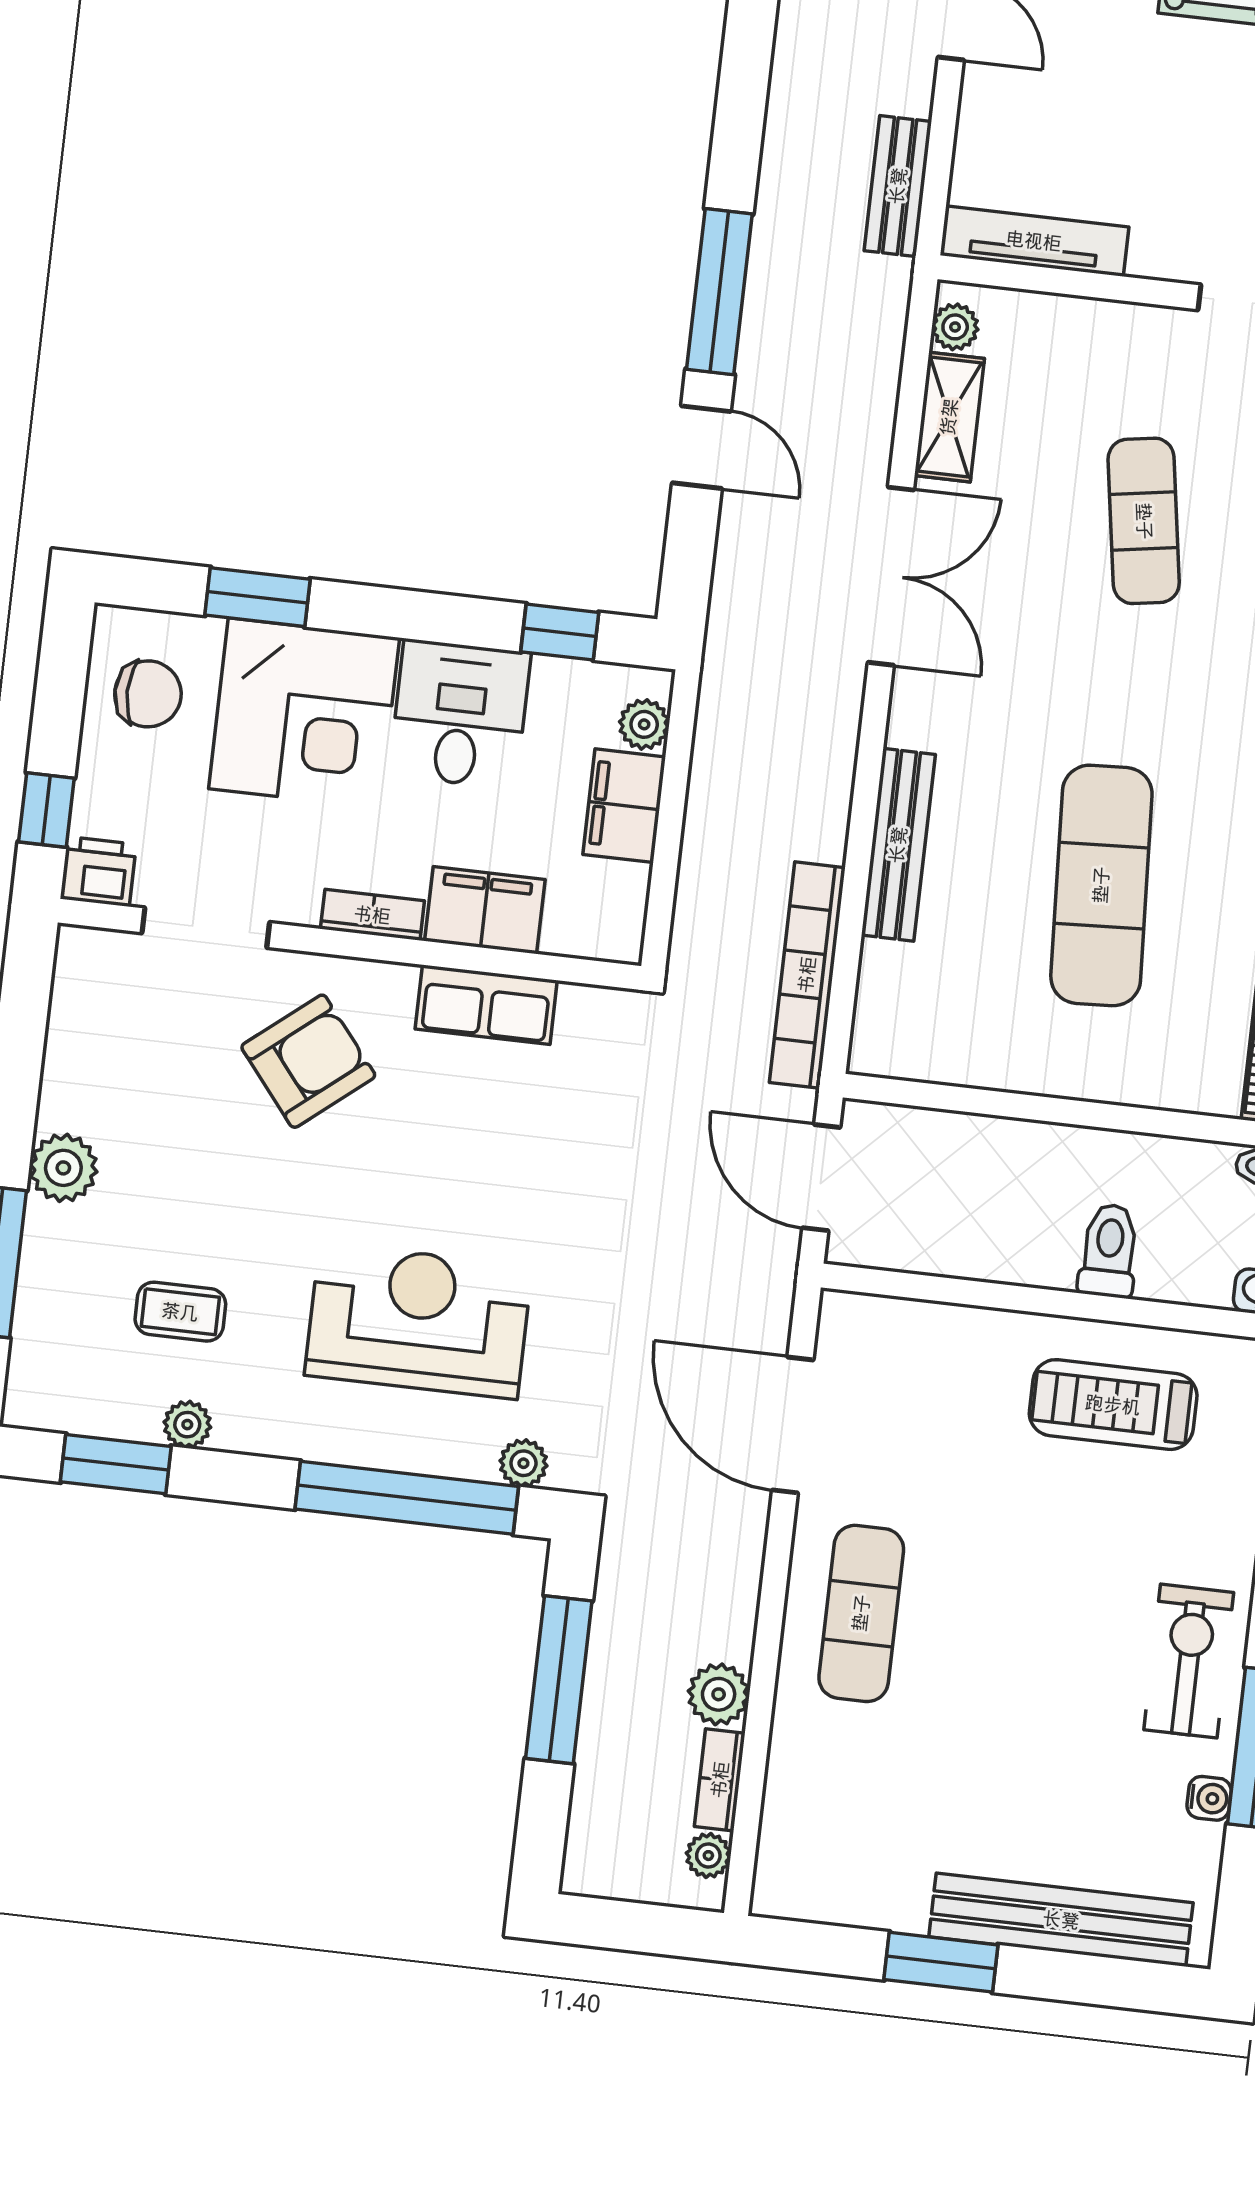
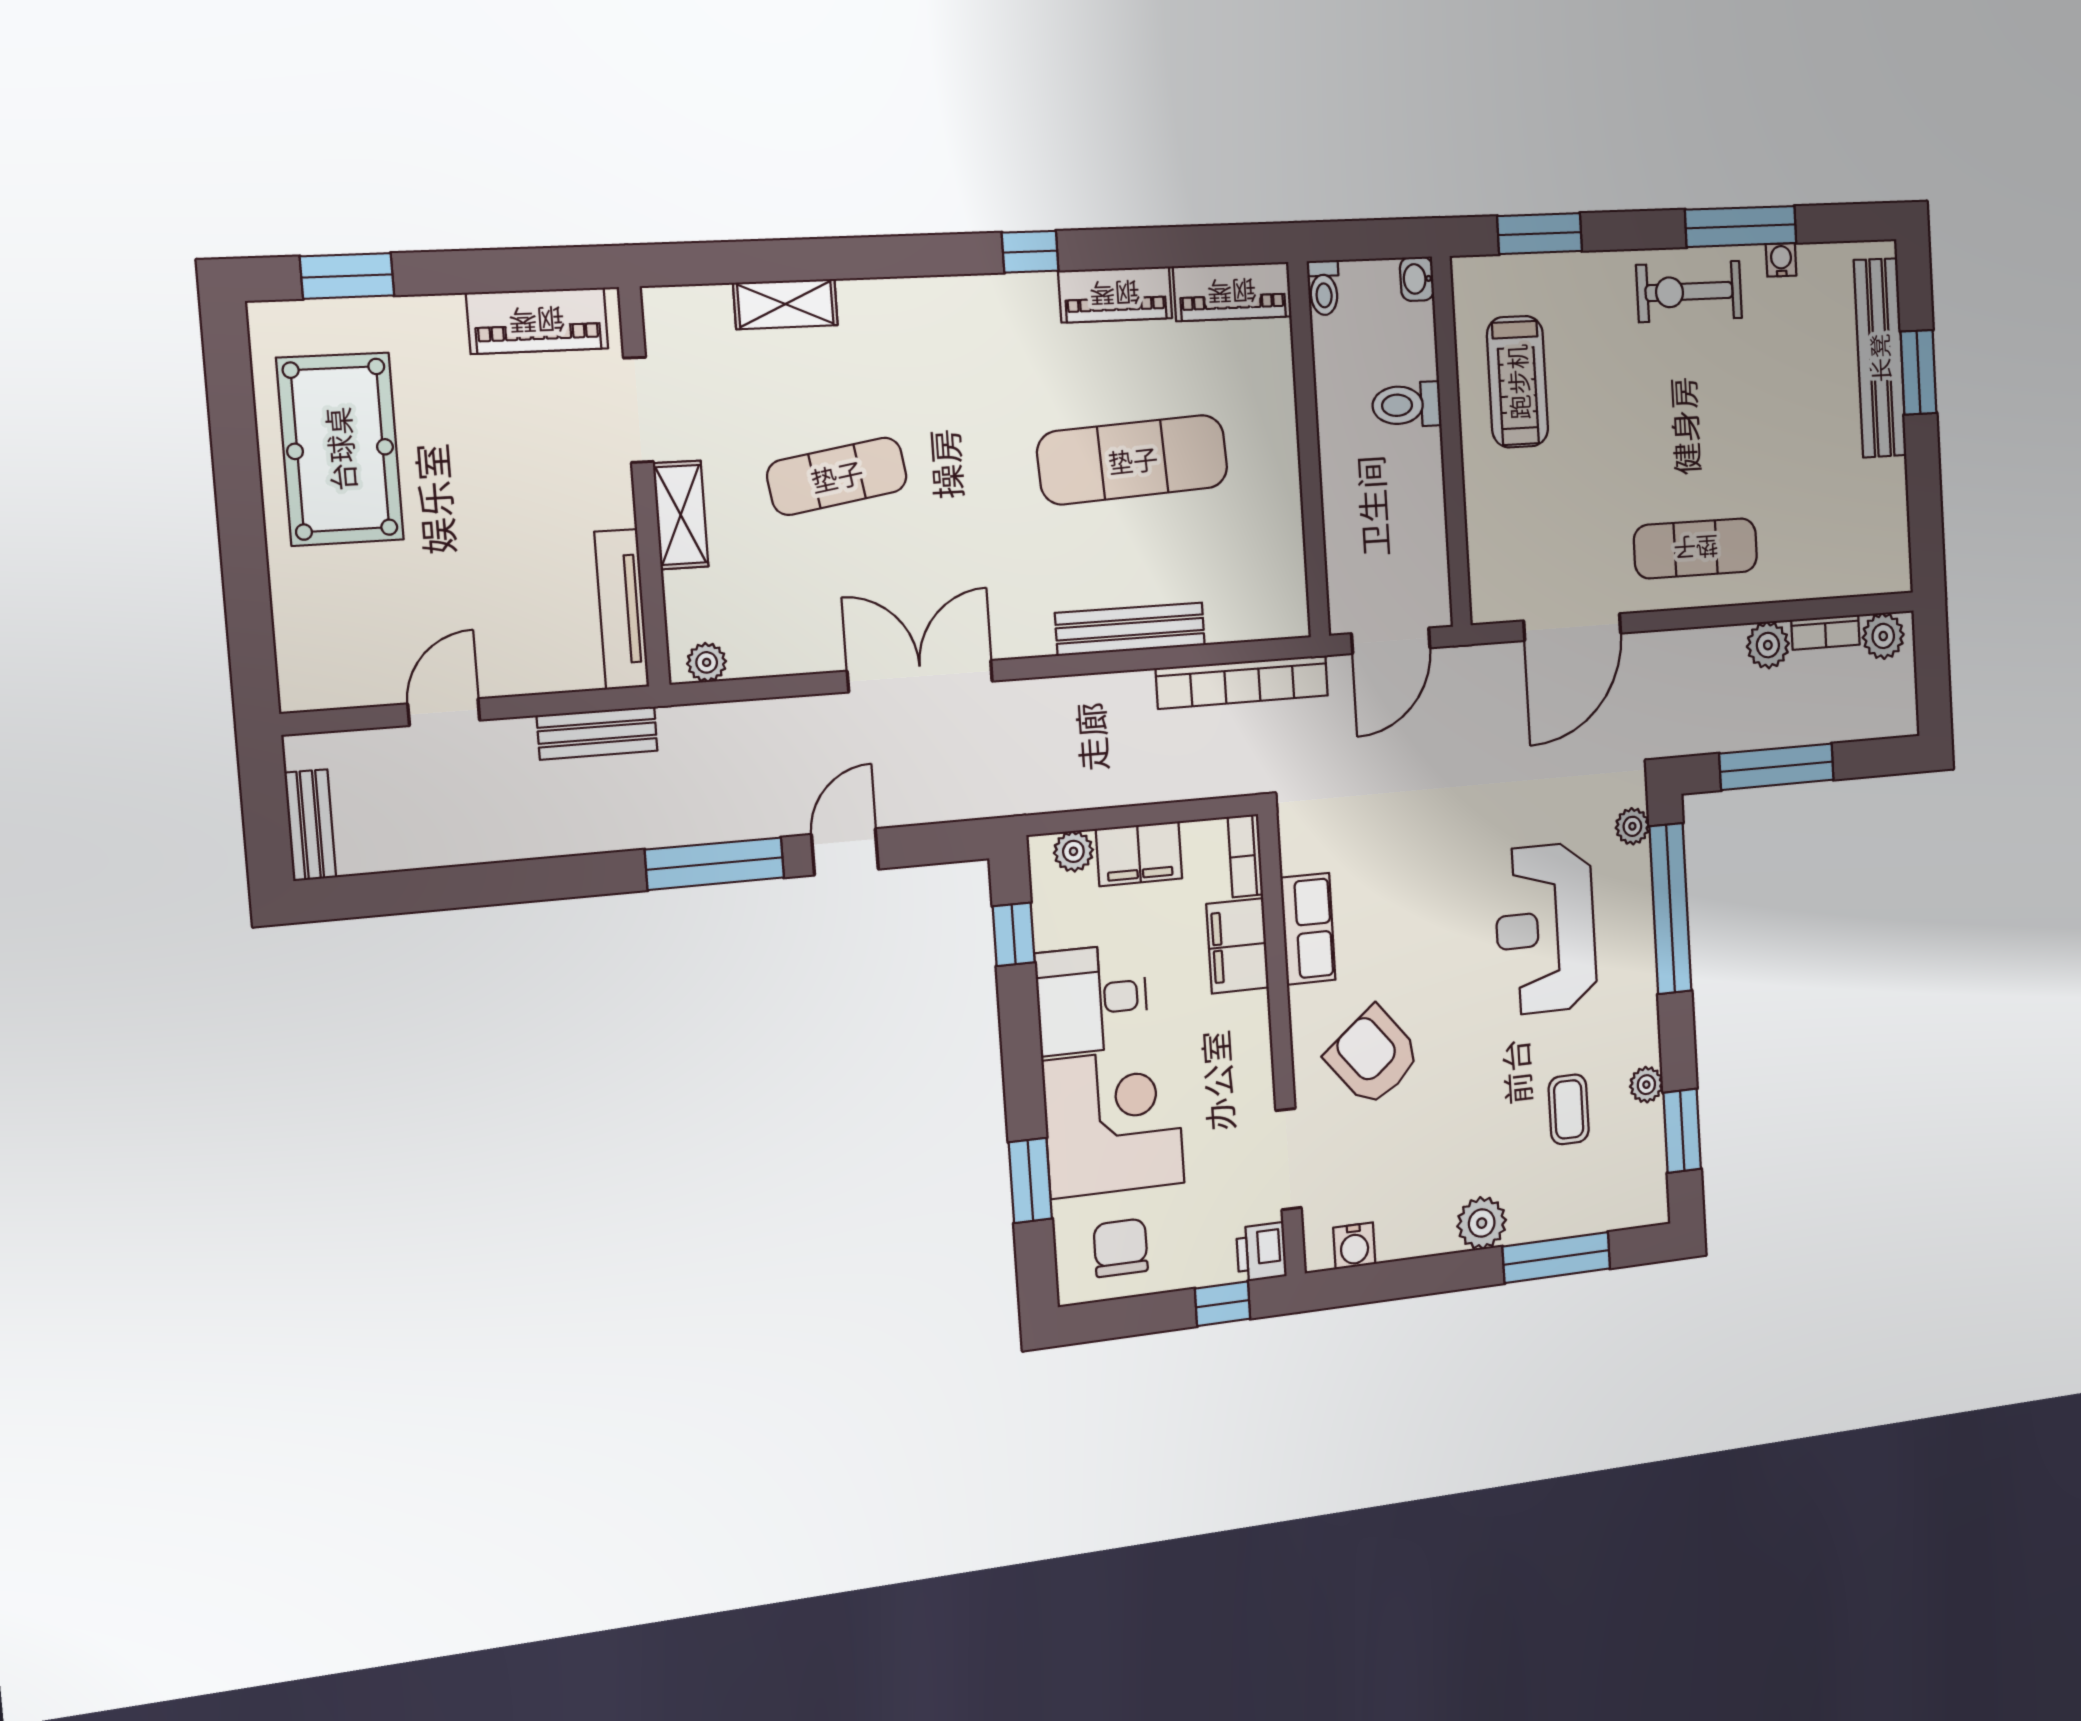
shelving: (949, 417) -> (681, 515), moved, turned 90
bookcase: (372, 915) -> (1245, 856), moved
water cooler: (76, 994) -> (1354, 1246), added
plant: (708, 1856) -> (1883, 636), width x1.38, depth x1.38
window: (941, 1962) -> (1919, 372), moved

